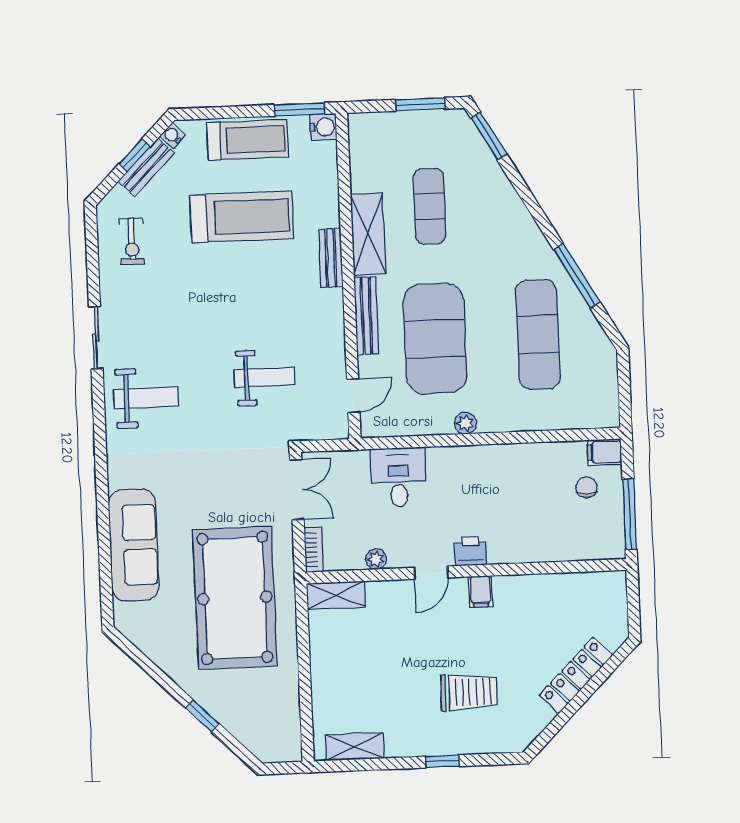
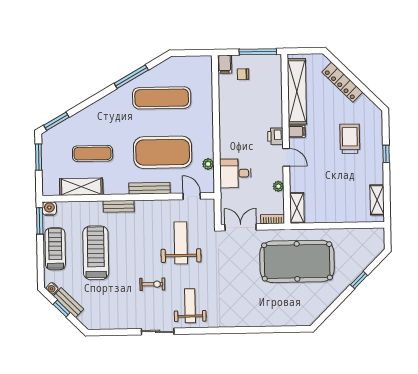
shelving: (368, 234) -> (81, 187), moved
exercise bike: (132, 241) -> (152, 284), moved
weight bench: (264, 377) -> (181, 243), width x1.36, depth x1.33
plant: (465, 423) -> (208, 164), moved
sofa: (134, 545) -> (268, 314), removed
shelving: (557, 590) -> (297, 91), added

